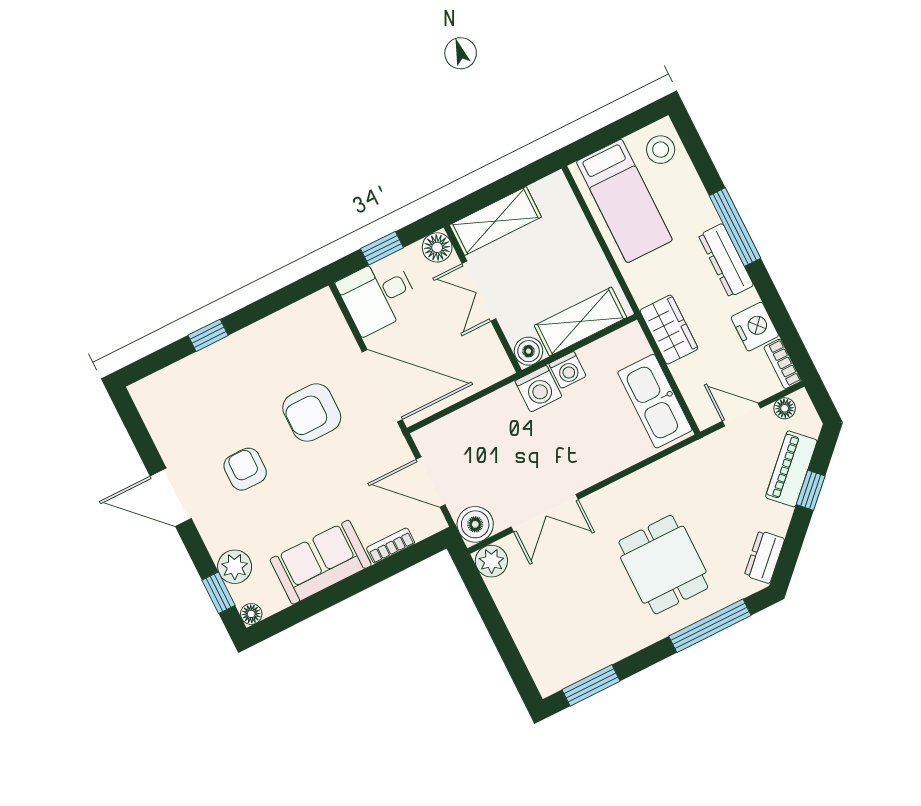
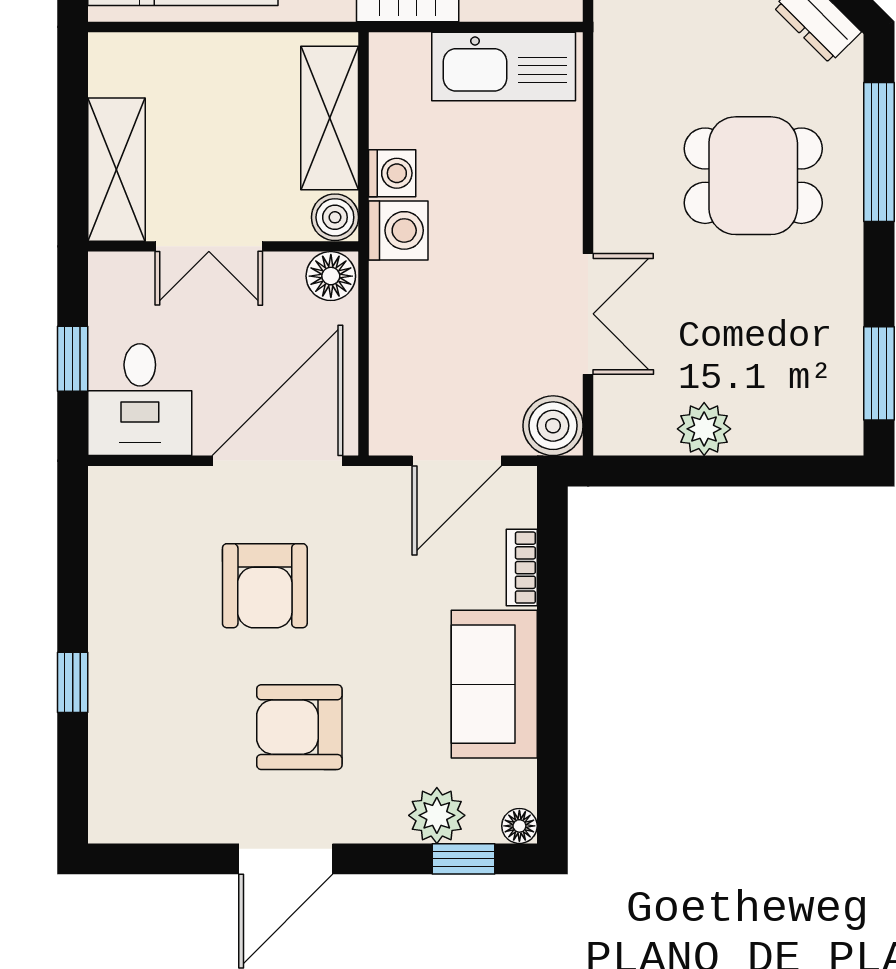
floor lamp: (437, 247) -> (331, 276), moved
armchair: (245, 469) -> (299, 727), width x1.38, depth x1.38
plant: (491, 561) -> (704, 429), moved

